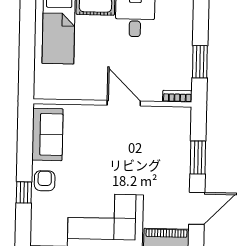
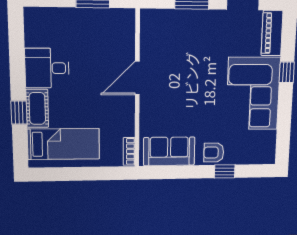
bookcase: (177, 96) -> (129, 151), moved

